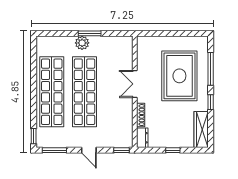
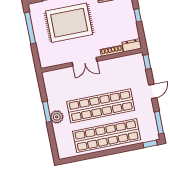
window: (182, 33) -> (30, 28), added

